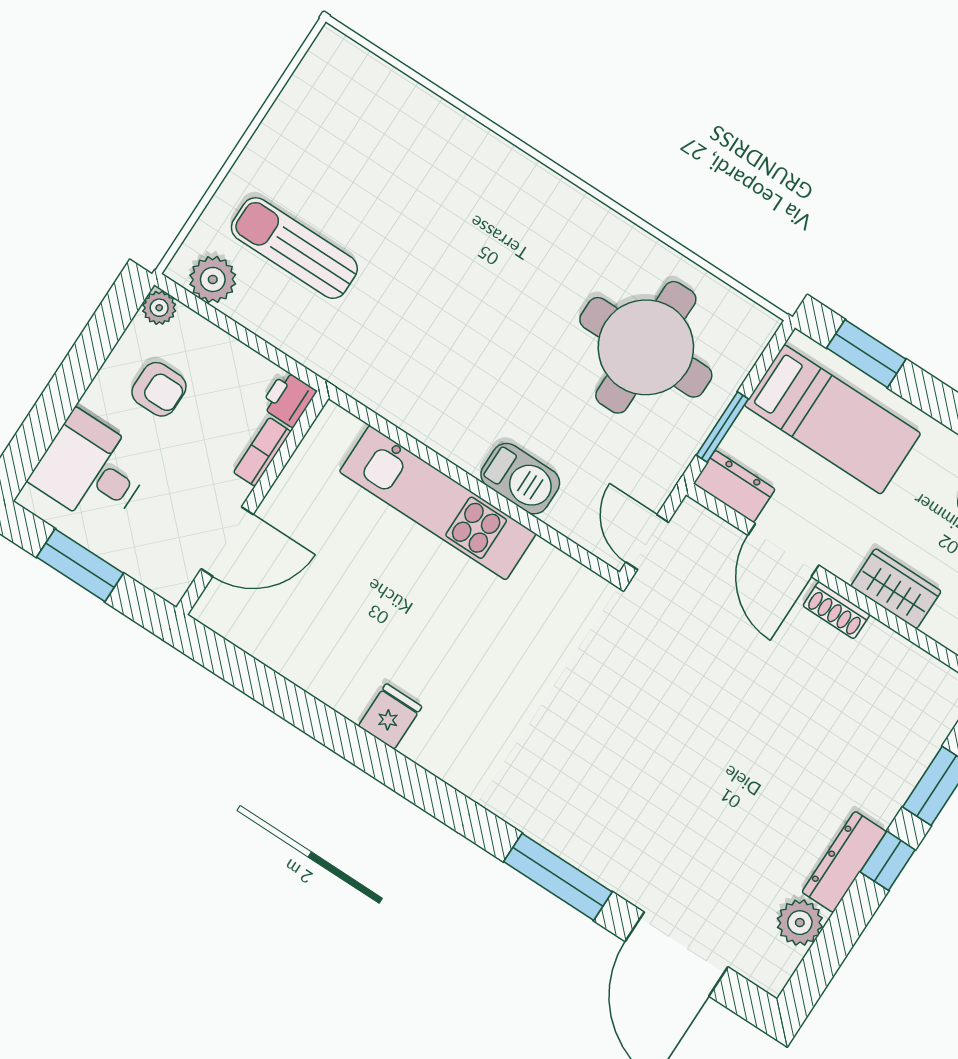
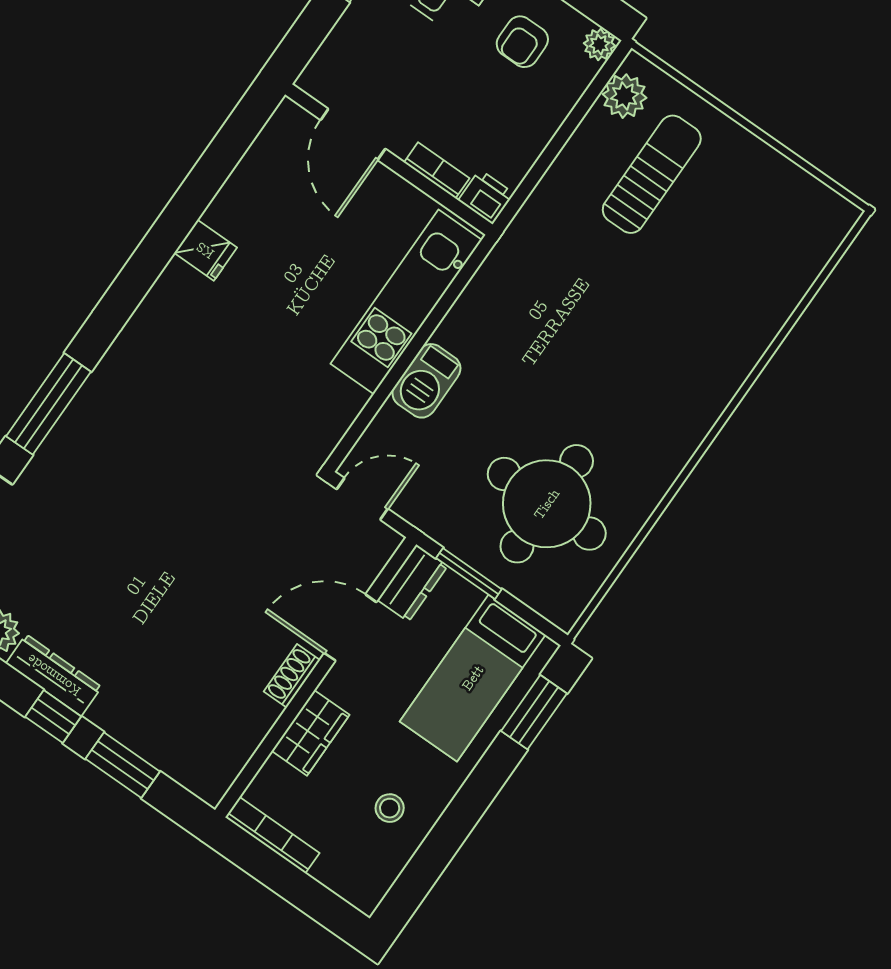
printer: (288, 399) -> (486, 197), moved
bookcase: (262, 452) -> (437, 170), moved
wall: (252, 503) -> (389, 159), moved
door: (227, 542) -> (353, 134), moved

